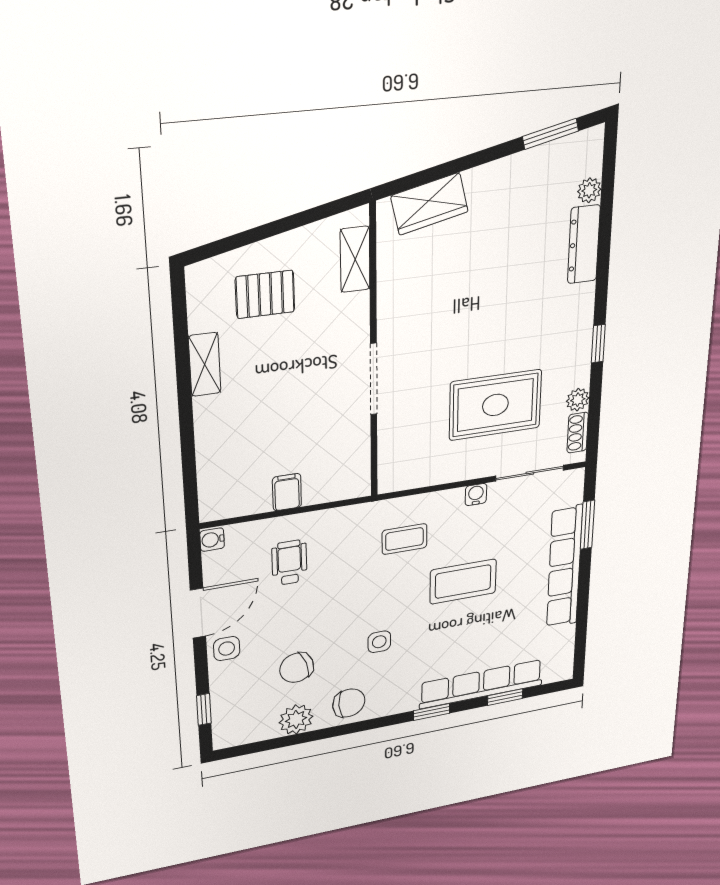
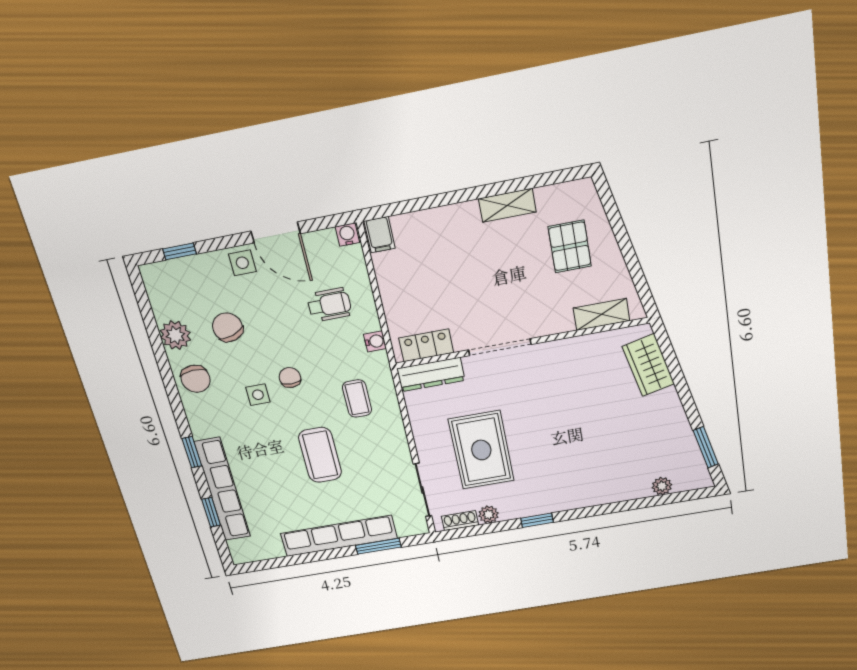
dresser: (584, 244) -> (431, 374), moved, turned 180
locker: (356, 461) -> (426, 345), added
filing cabinet: (287, 492) -> (380, 235), moved, turned 90
water cooler: (476, 495) -> (375, 341), moved
chair: (366, 608) -> (290, 377), added

